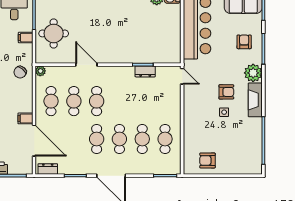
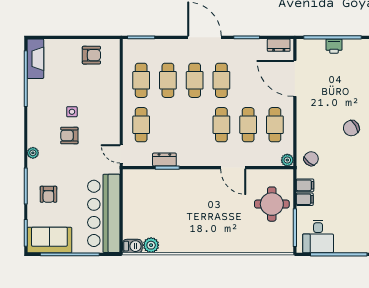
plant: (253, 73) -> (33, 153), width x0.53, depth x0.53
fireplace: (255, 100) -> (35, 59), moved
cafe table: (165, 101) -> (141, 125), added
filing cabinet: (25, 118) -> (305, 185), moved

